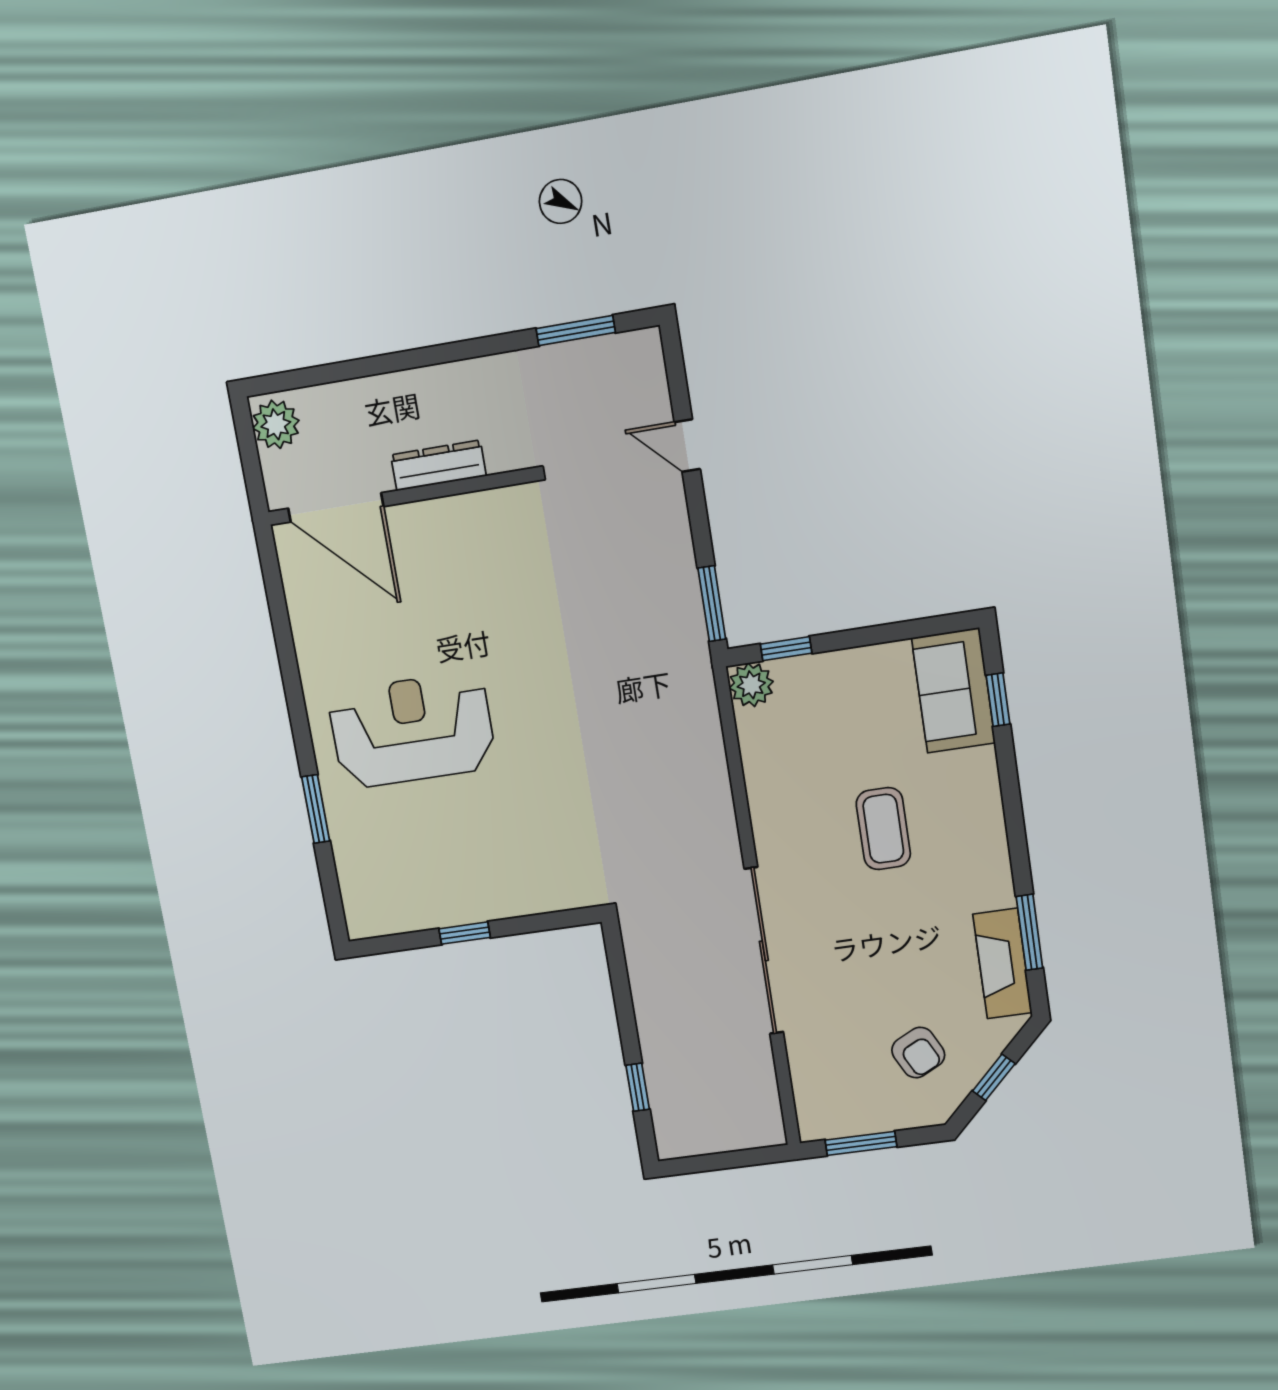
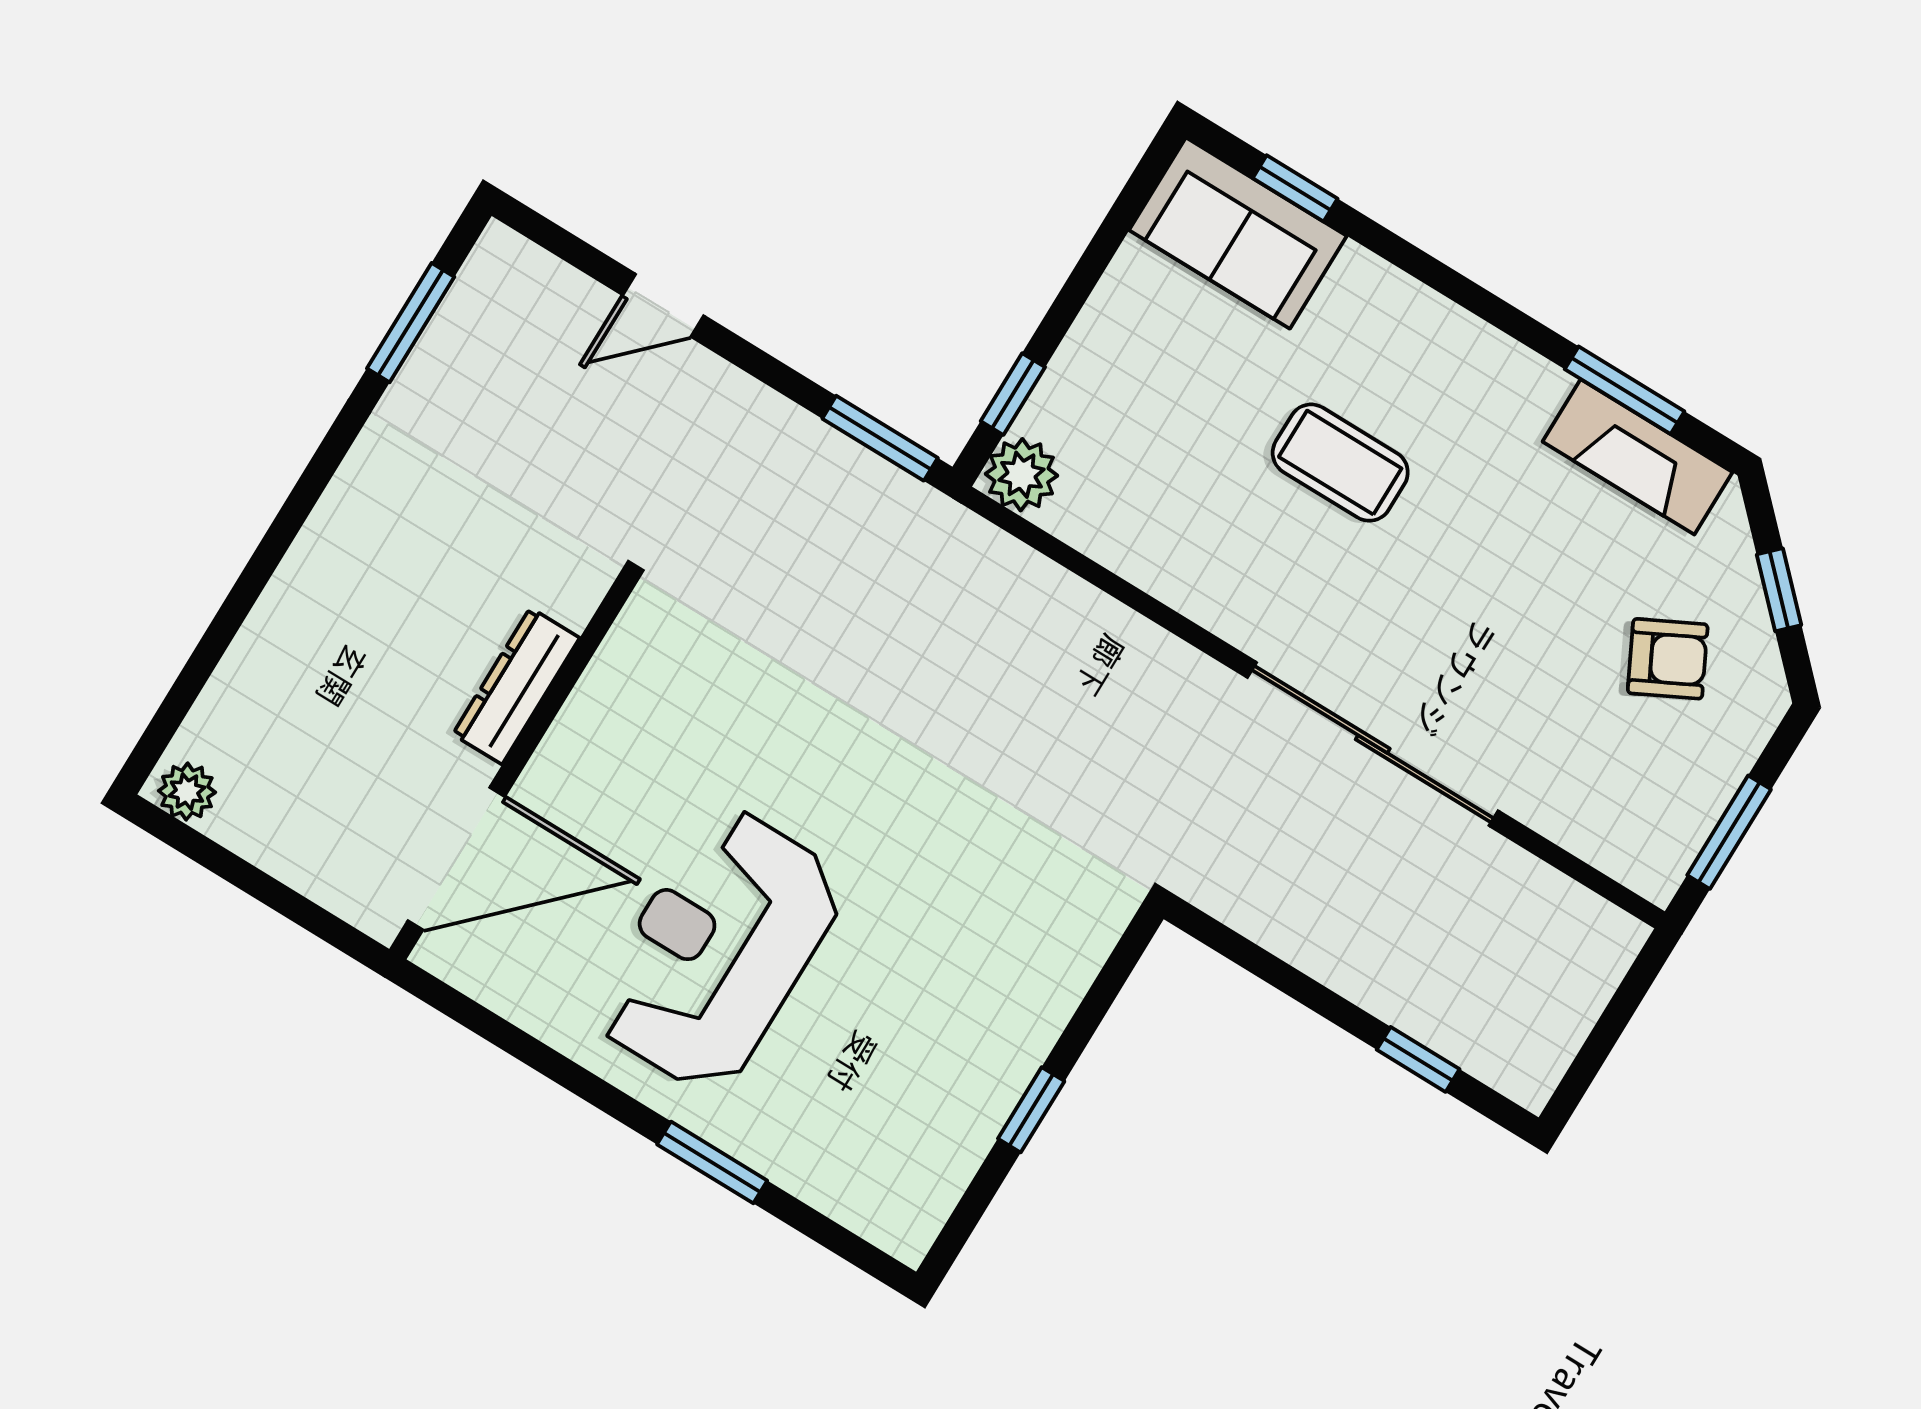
plant: (276, 424) -> (187, 792), width x0.73, depth x0.73
dresser: (438, 465) -> (516, 686), moved
wall: (399, 497) -> (512, 768), moved
door: (336, 507) -> (456, 859), moved

